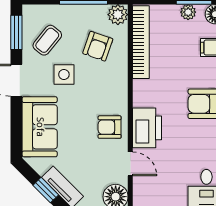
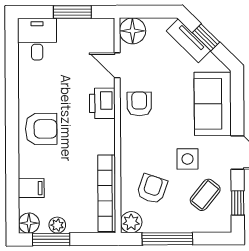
window: (16, 32) -> (238, 203), width x0.67
armchair: (110, 127) -> (139, 104), turned -90
printer: (147, 128) -> (102, 103), width x0.73, depth x0.84

